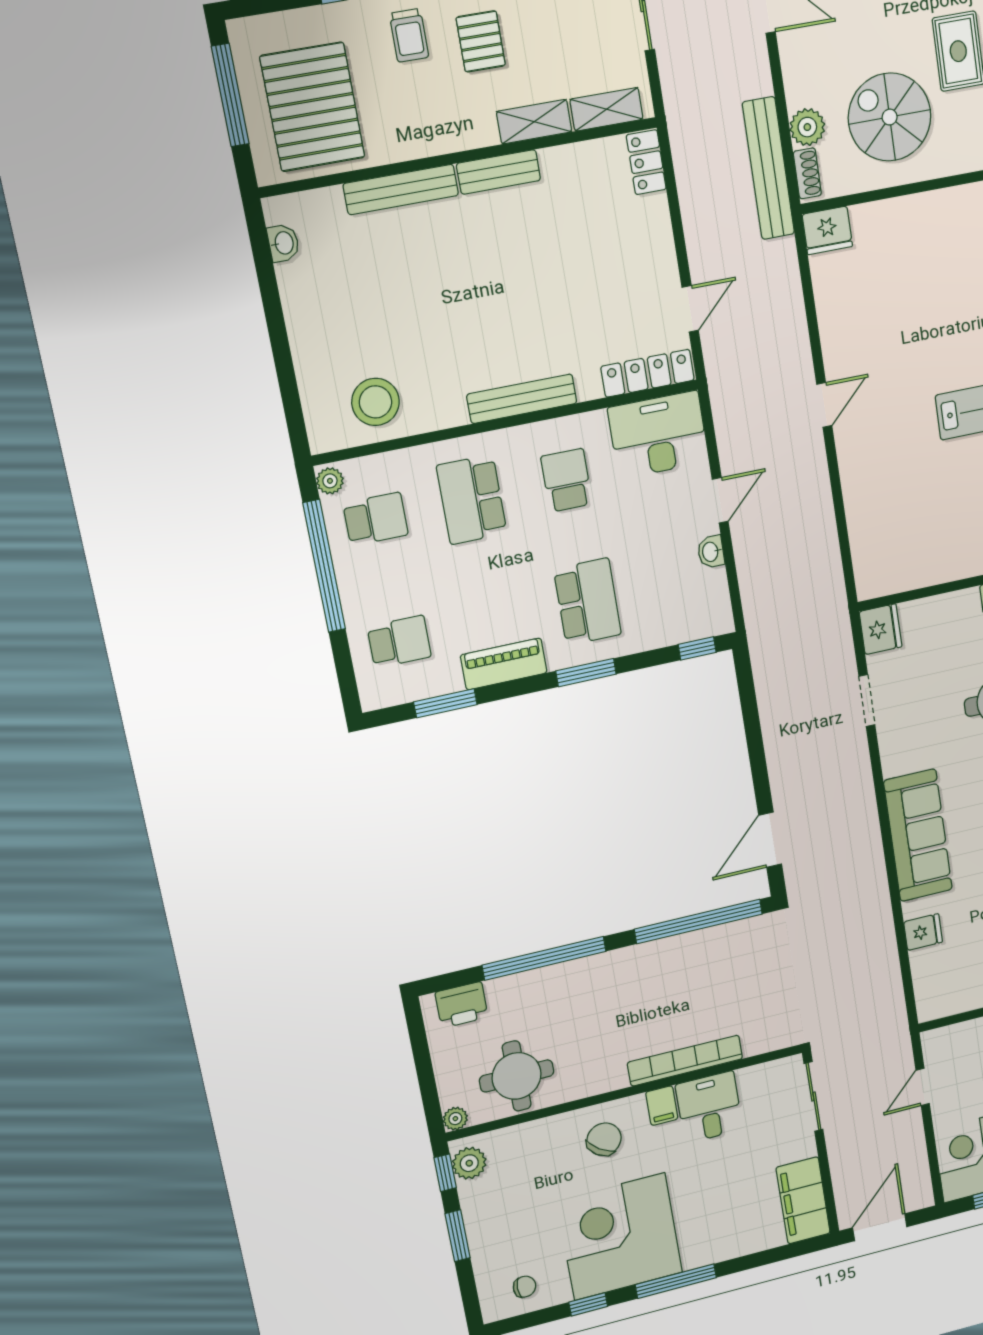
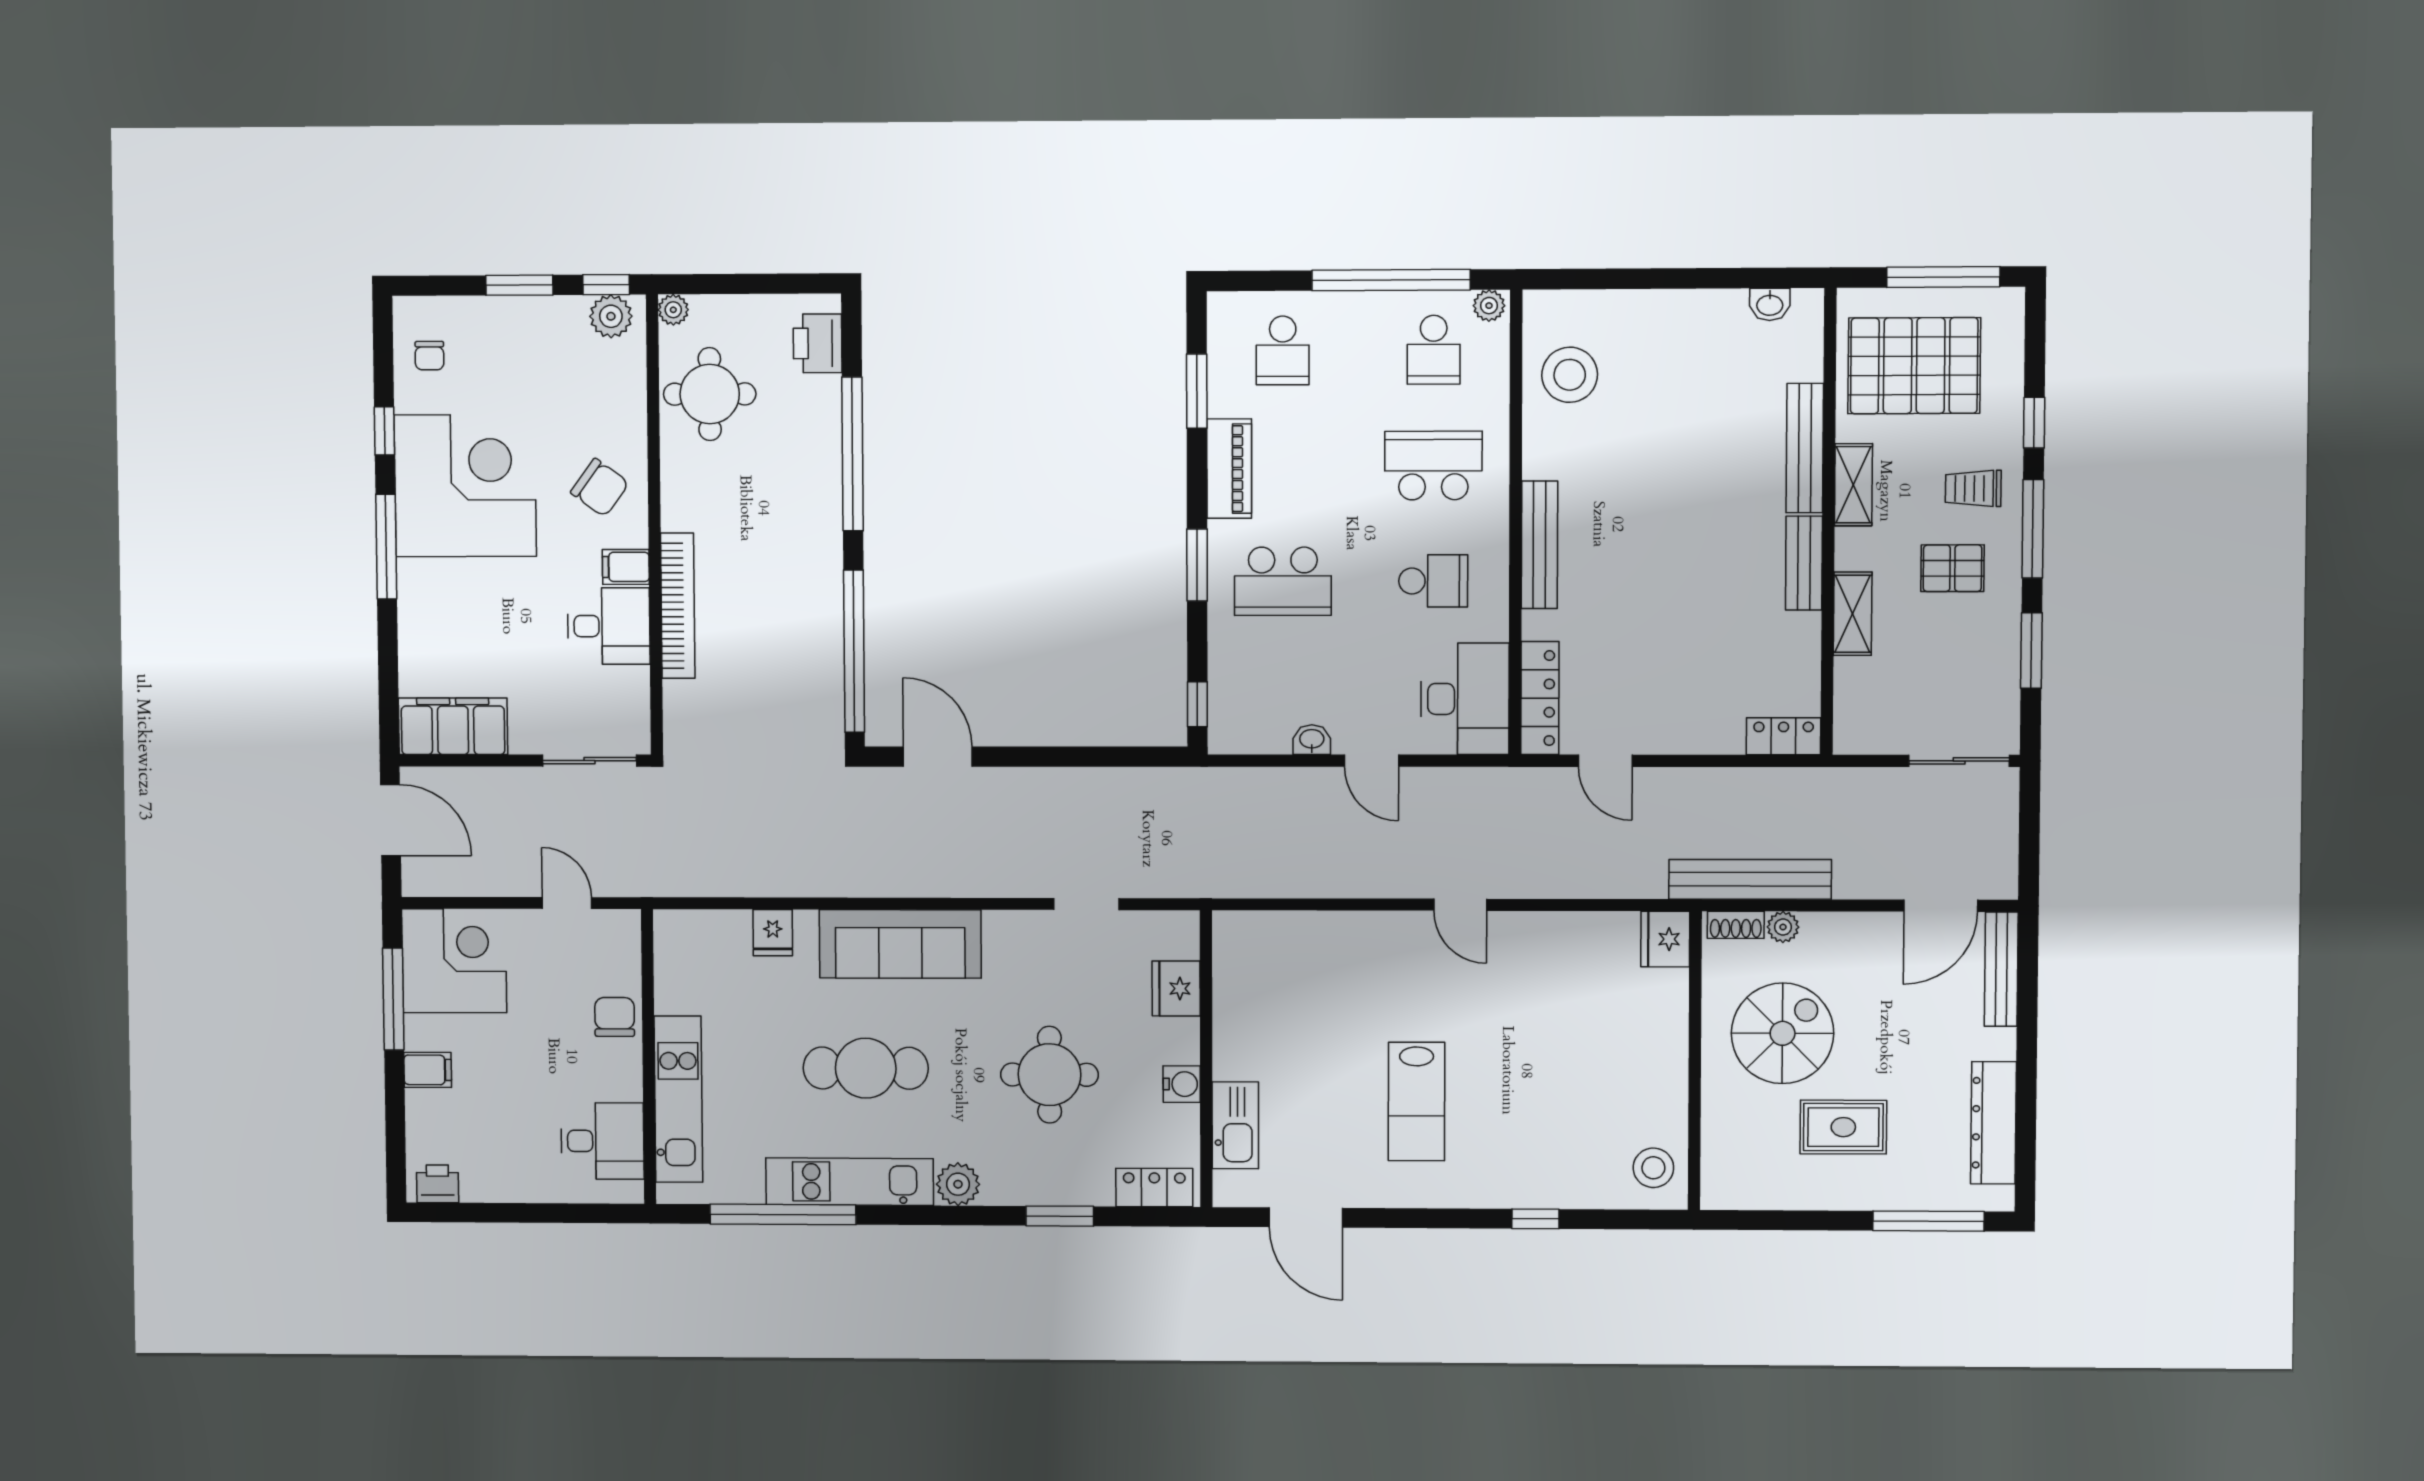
shelving: (606, 109) -> (1853, 485), moved
plant: (807, 127) -> (1783, 927), width x0.73, depth x0.73
fridge: (881, 629) -> (1176, 988), moved, turned 90

